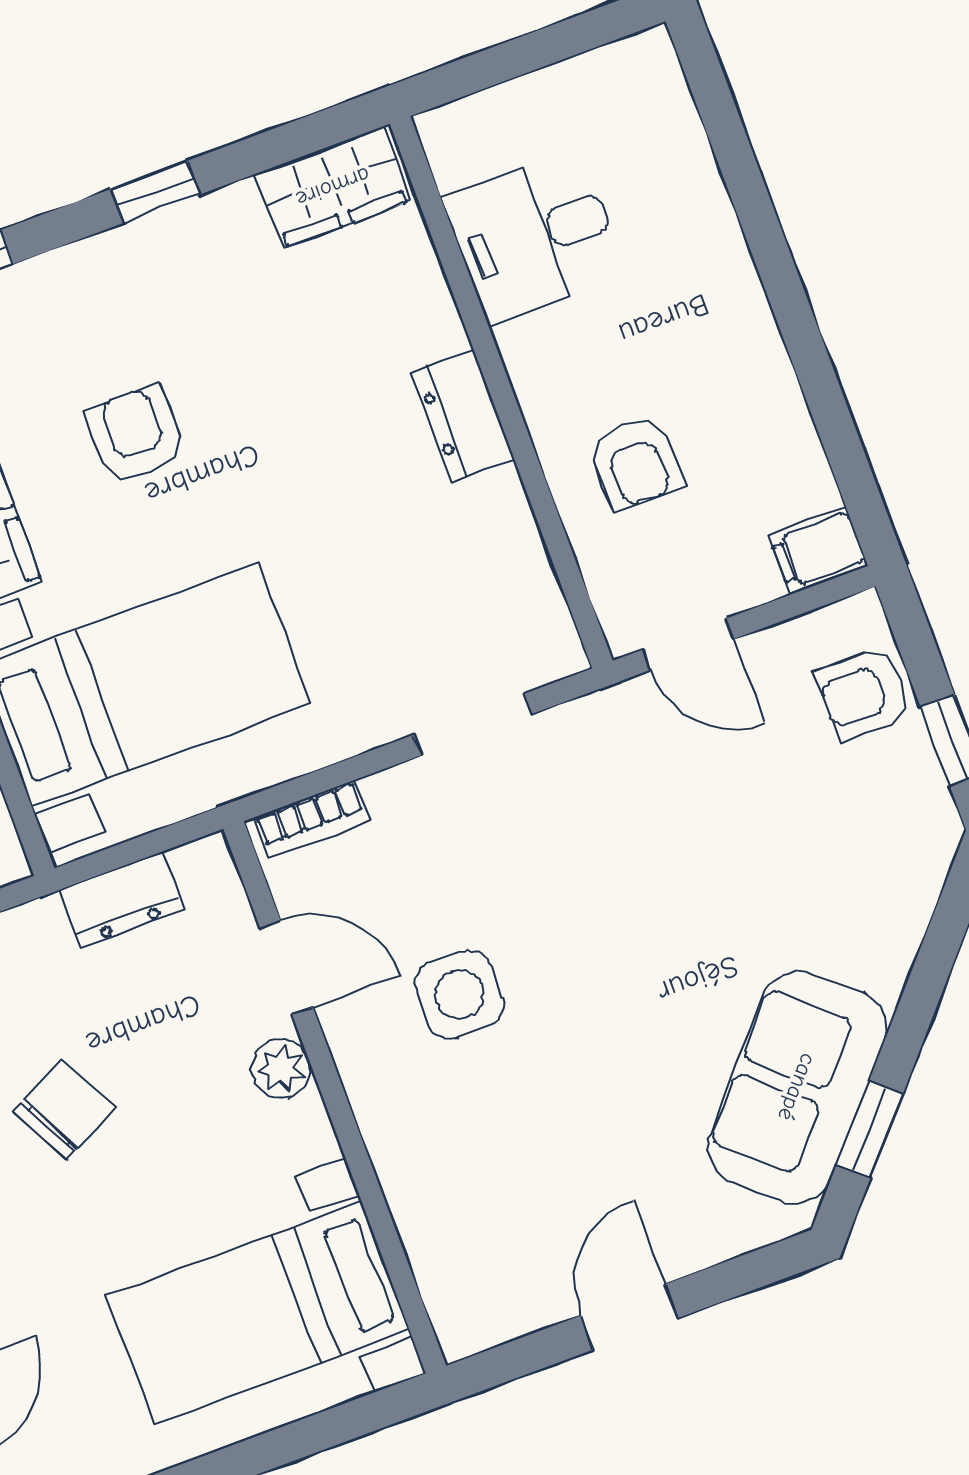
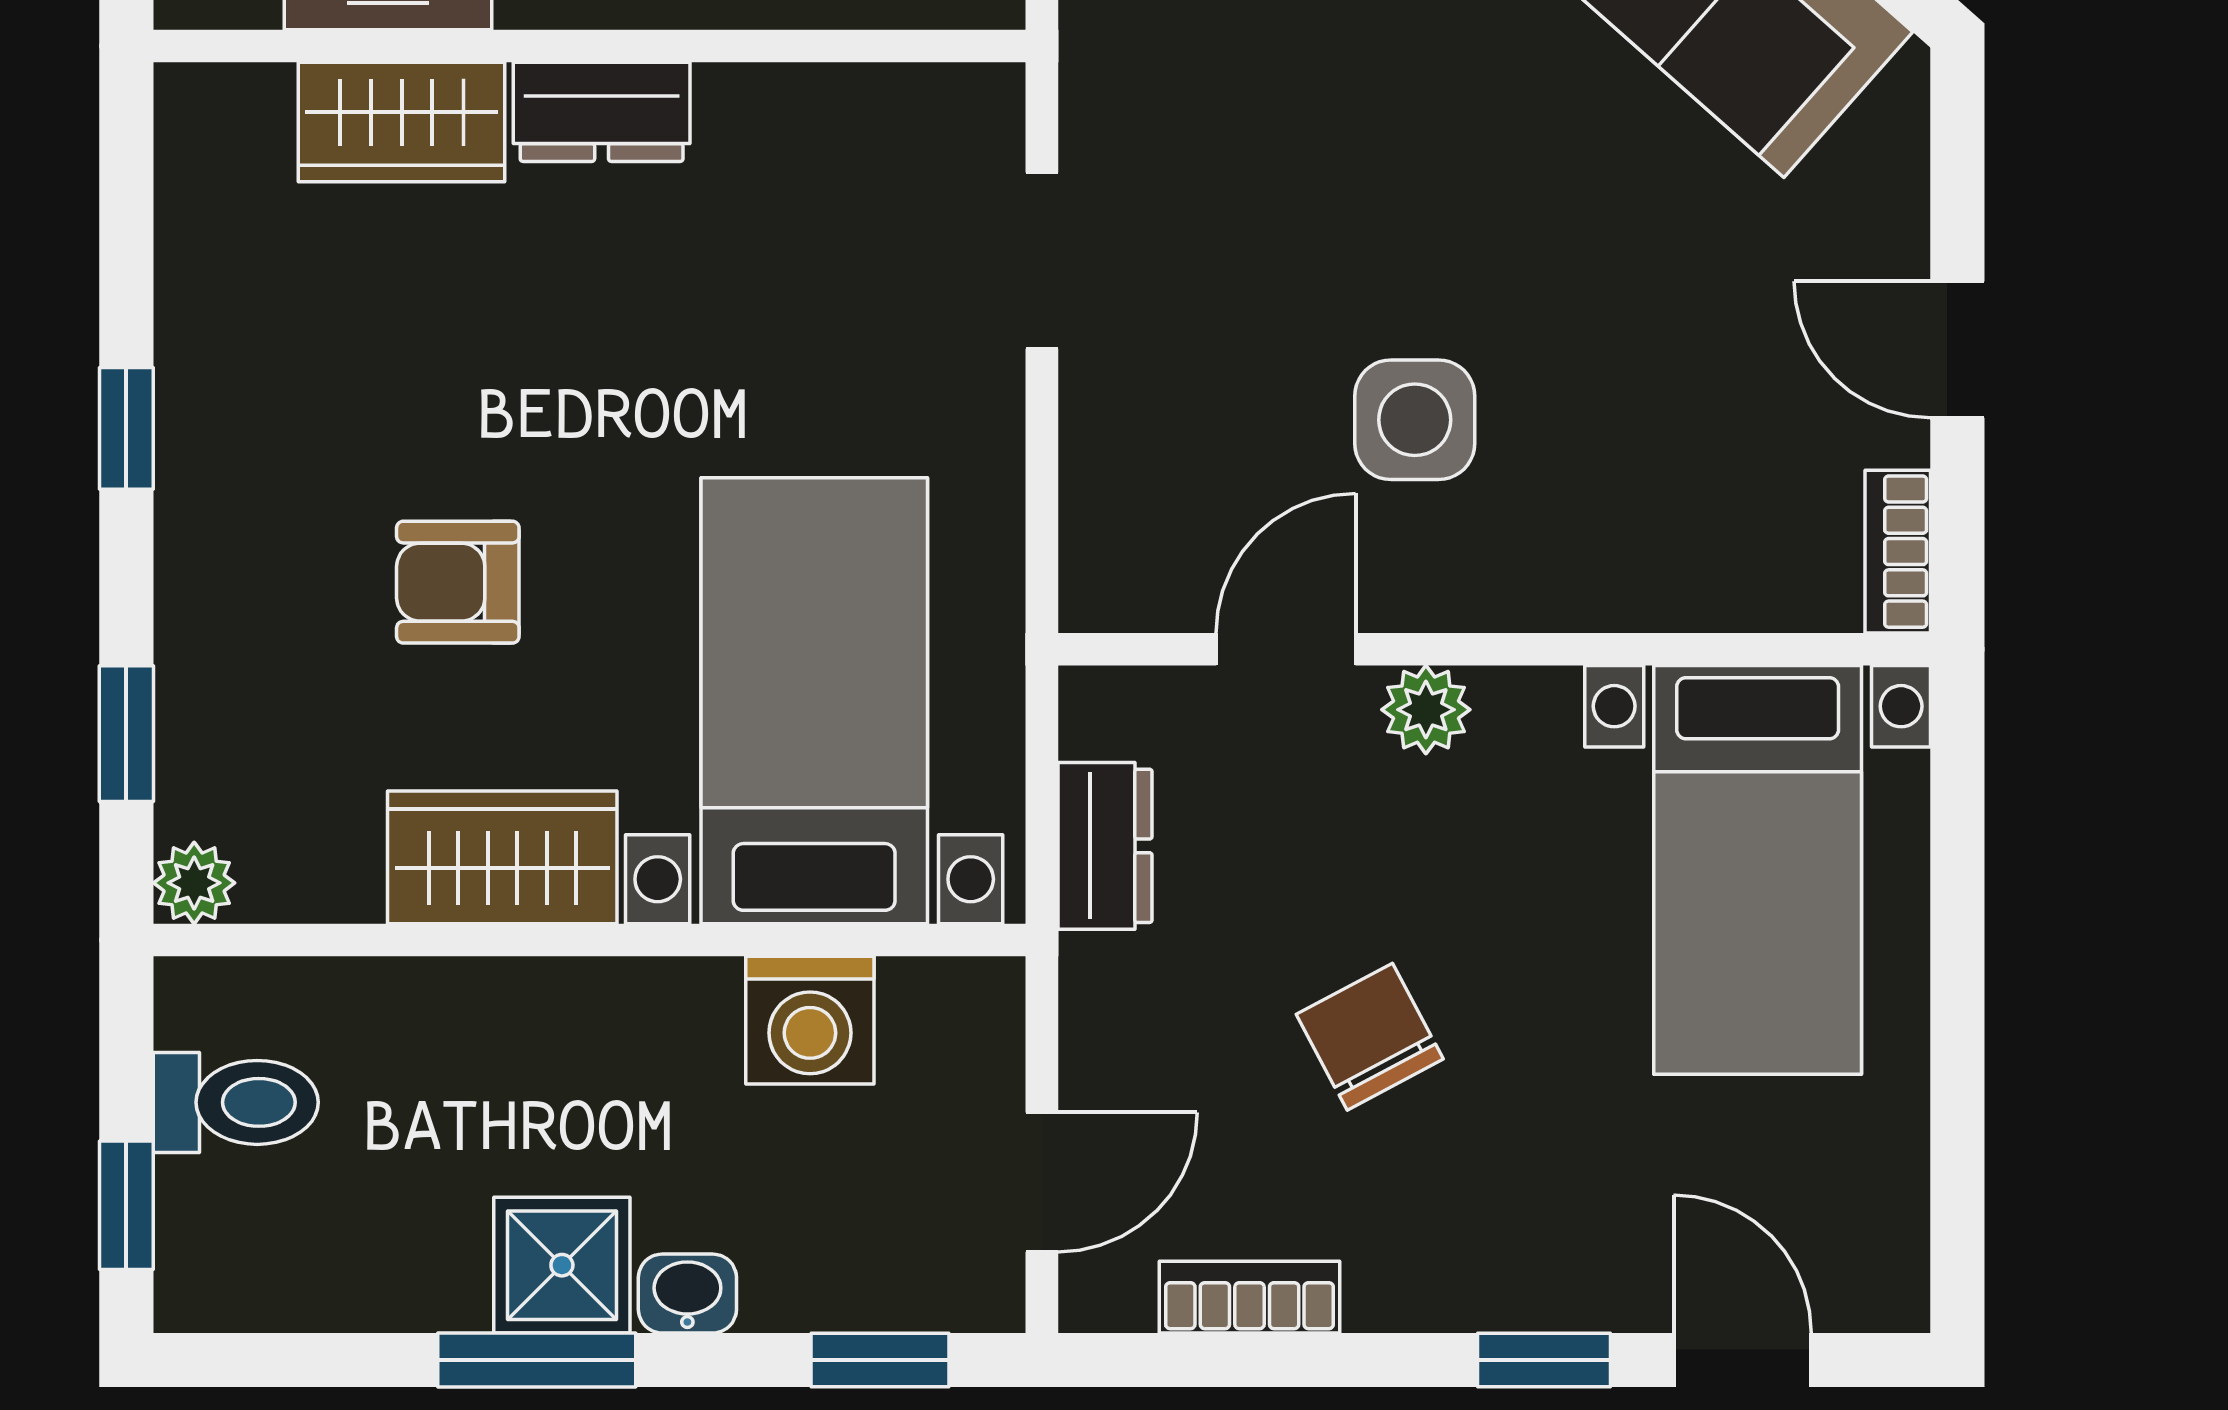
wardrobe: (333, 187) -> (402, 122), moved, turned 90
bookcase: (311, 819) -> (1898, 552), moved, turned 180

